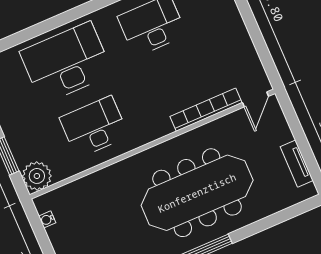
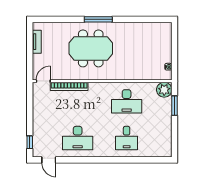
desk: (66, 63) -> (127, 138), width x0.53, depth x0.77
meeting table: (197, 193) -> (91, 48), width x0.73

